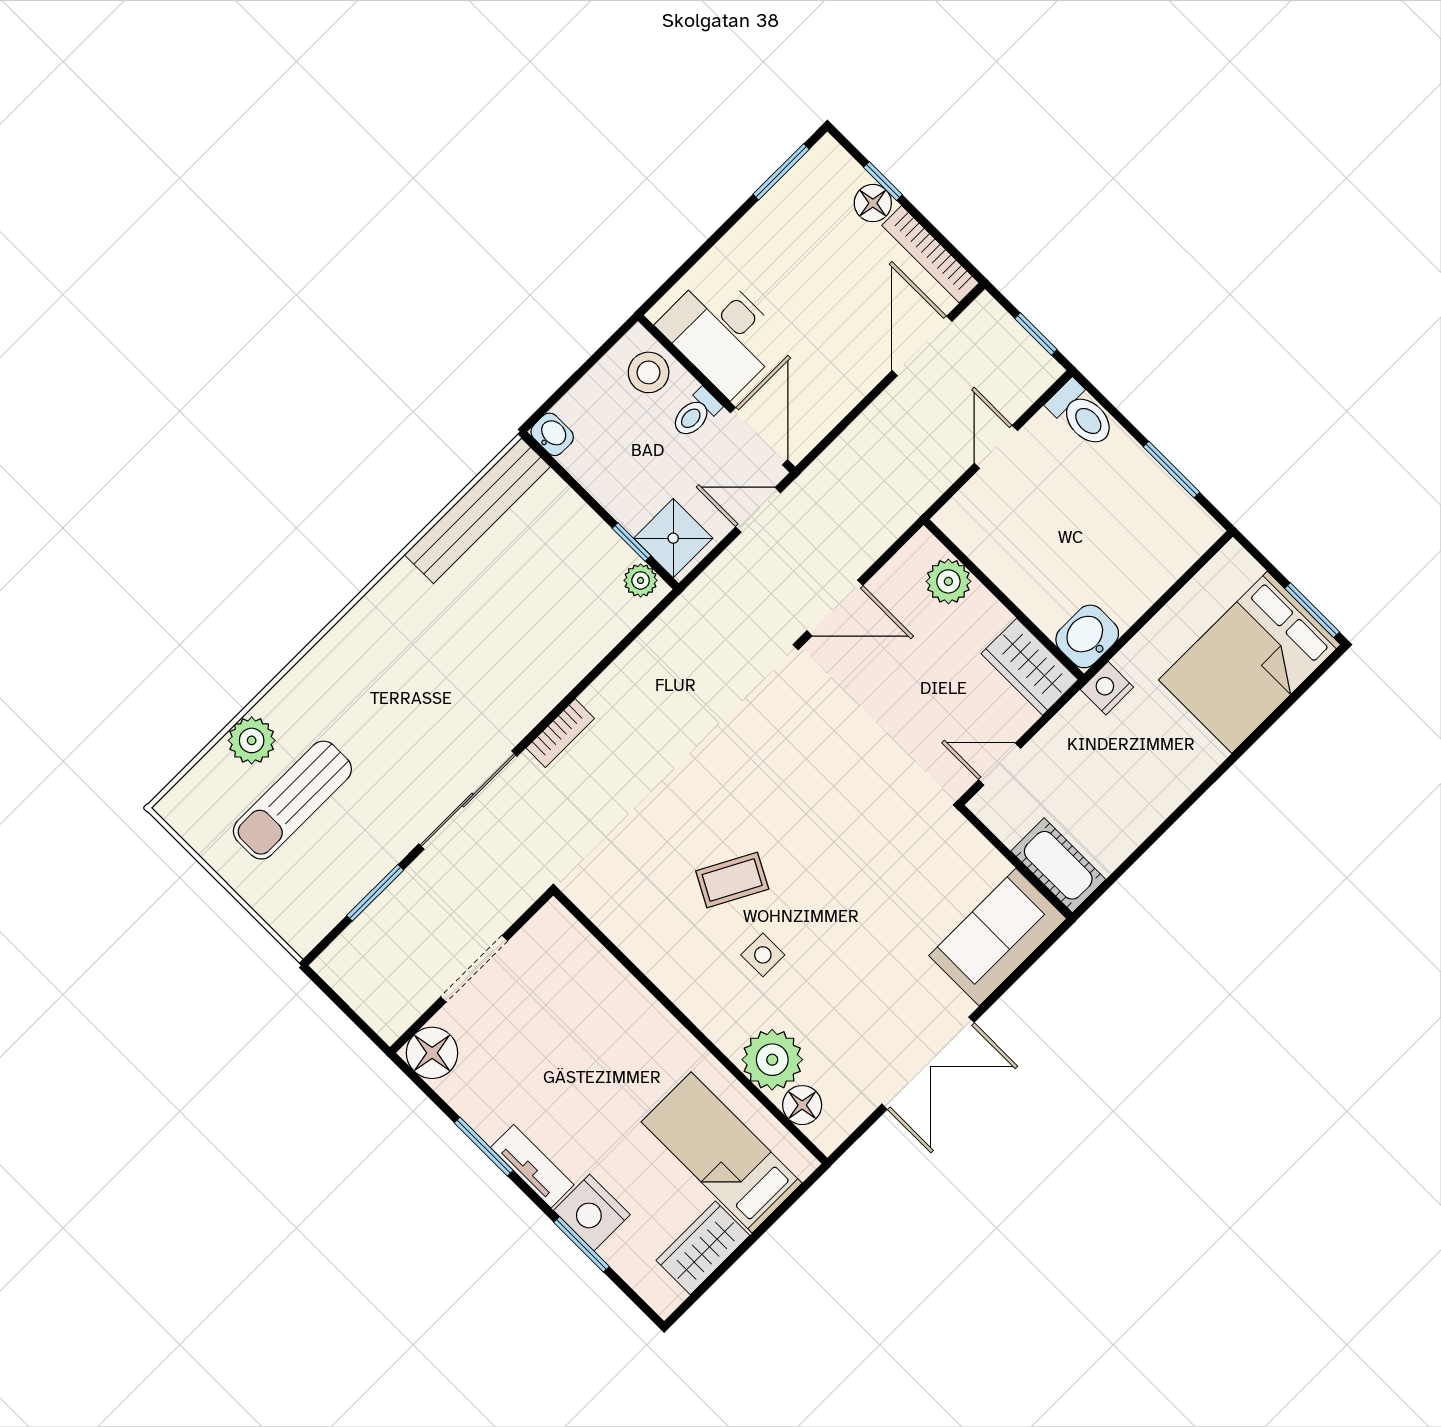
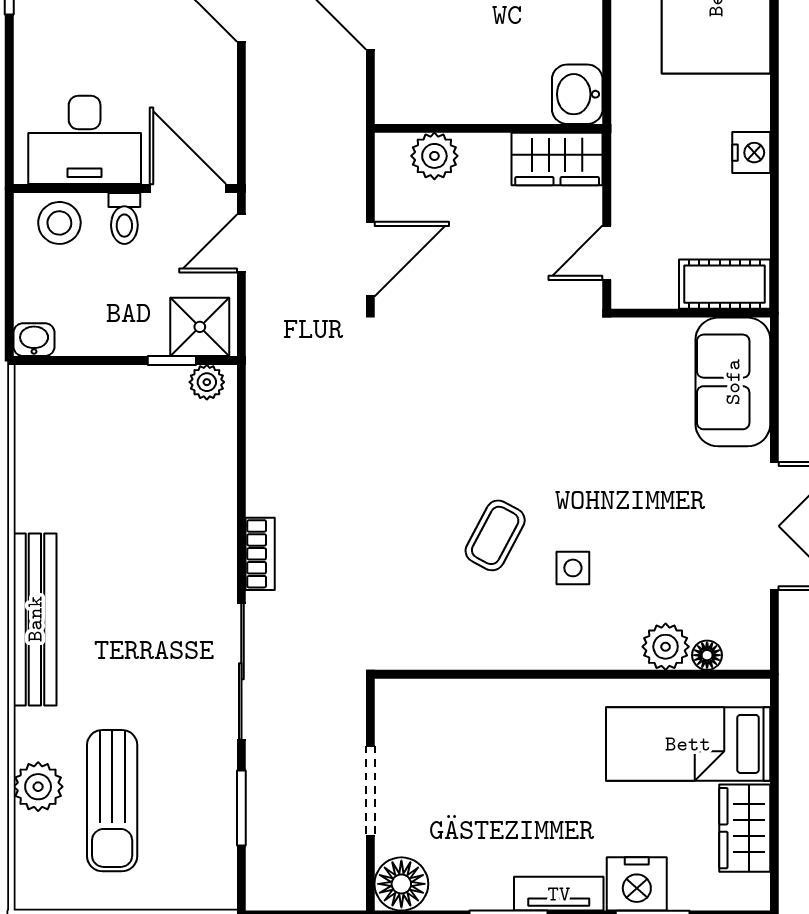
bench: (477, 511) -> (35, 619), moved
nightstand: (1107, 688) -> (751, 153), moved, turned 180
plant: (772, 1060) -> (666, 647), width x0.73, depth x0.73
floor lamp: (802, 1105) -> (707, 655), width x0.73, depth x0.73

